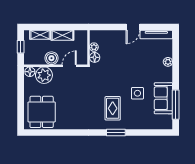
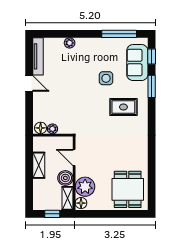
shelving: (40, 35) -> (68, 198), moved
floor lamp: (95, 57) -> (41, 128), moved
sofa: (163, 98) -> (137, 63), moved, turned 90
dining table: (42, 112) -> (128, 189), turned 90
window: (116, 132) -> (152, 86), moved
window: (156, 132) -> (152, 57), added

